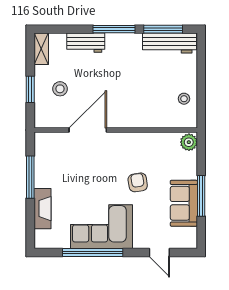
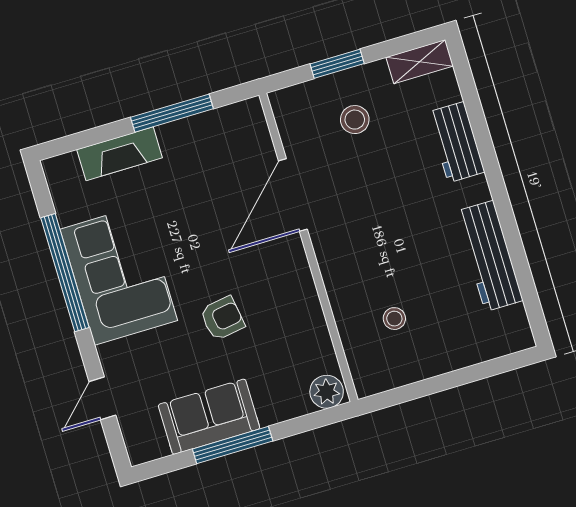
window: (114, 29) -> (497, 188), removed
window: (163, 29) -> (525, 280), removed
workbench: (169, 43) -> (489, 256), moved
stool: (184, 99) -> (394, 319), moved
door: (88, 130) -> (293, 195), swing flipped

